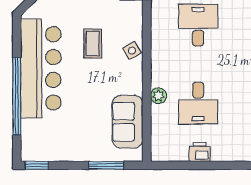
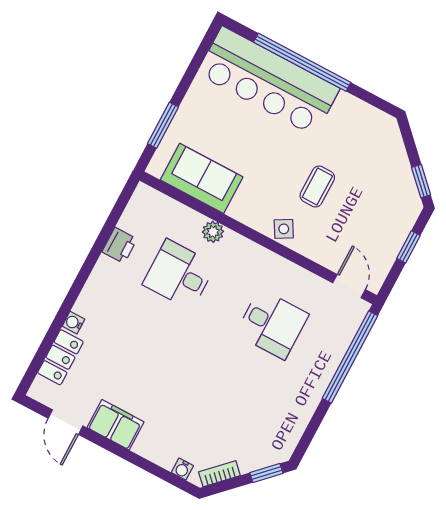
coffee table: (93, 43) -> (317, 186), turned 90
bar counter: (41, 68) -> (268, 81), moved
window: (37, 165) -> (207, 42), removed

